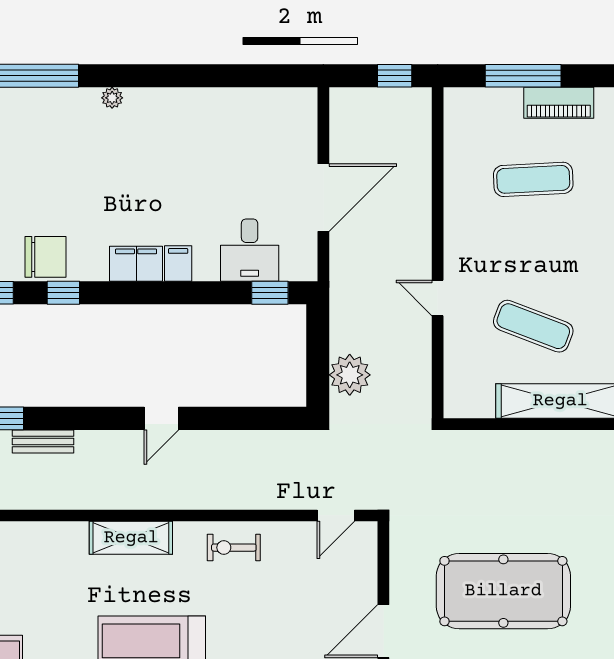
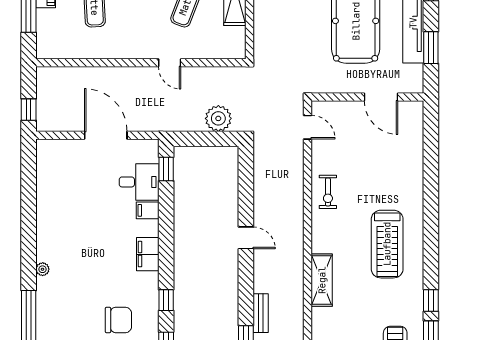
window: (395, 76) -> (29, 110), moved
chair: (45, 257) -> (118, 320), moved, turned 90
filing cabinet: (178, 263) -> (148, 210), moved
door: (438, 298) -> (170, 63), hinge flipped
shelving: (131, 538) -> (322, 280), moved

